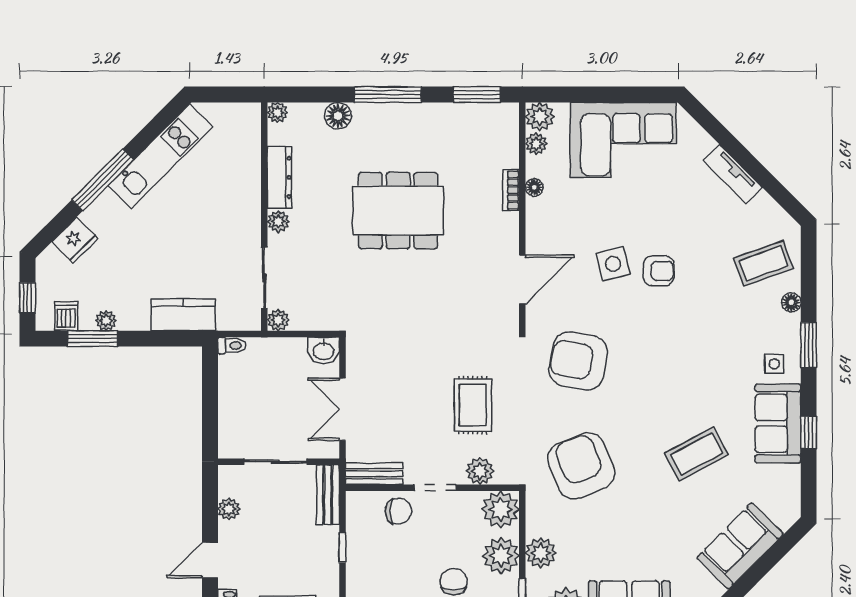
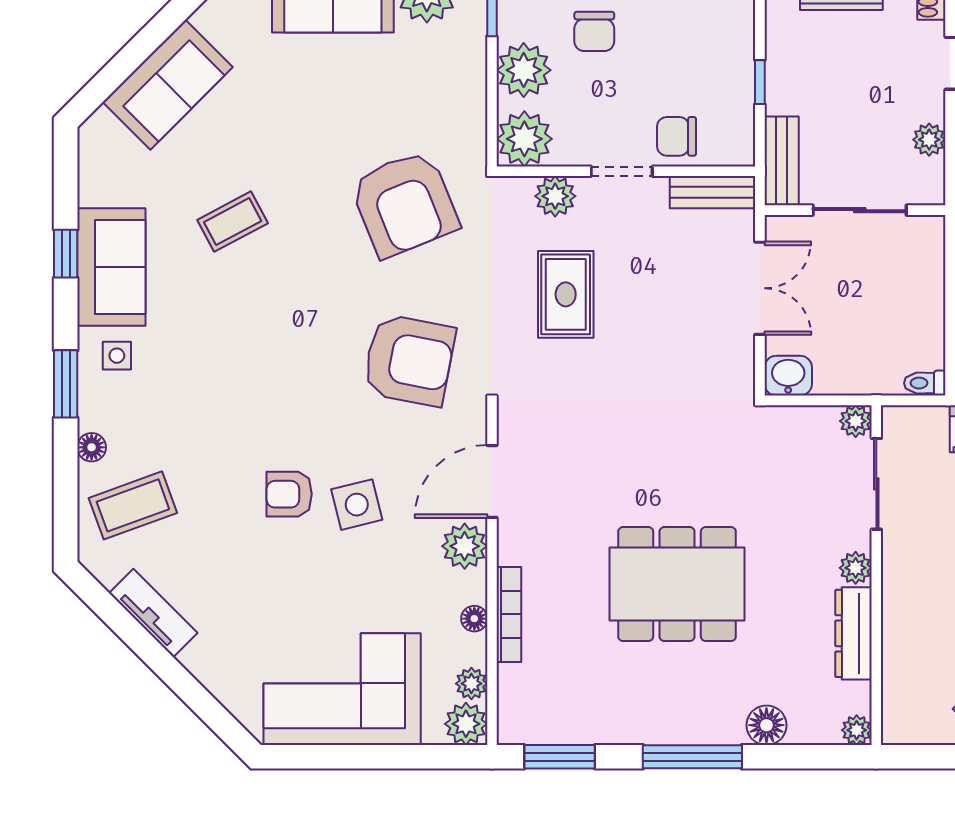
tv unit: (733, 174) -> (153, 613), moved
bookcase: (511, 190) -> (509, 614), width x1.56
coffee table: (697, 454) -> (233, 222), width x0.73, depth x0.77
plant: (541, 553) -> (465, 546), moved

